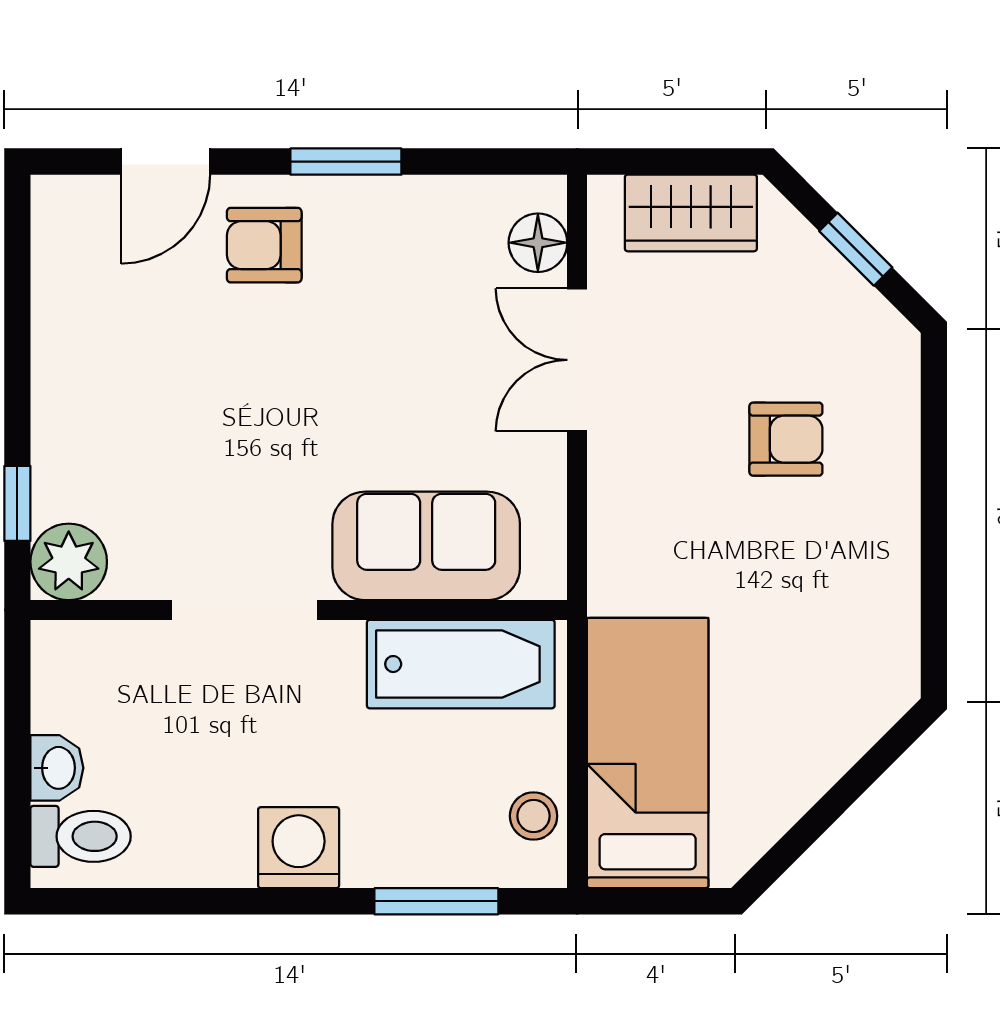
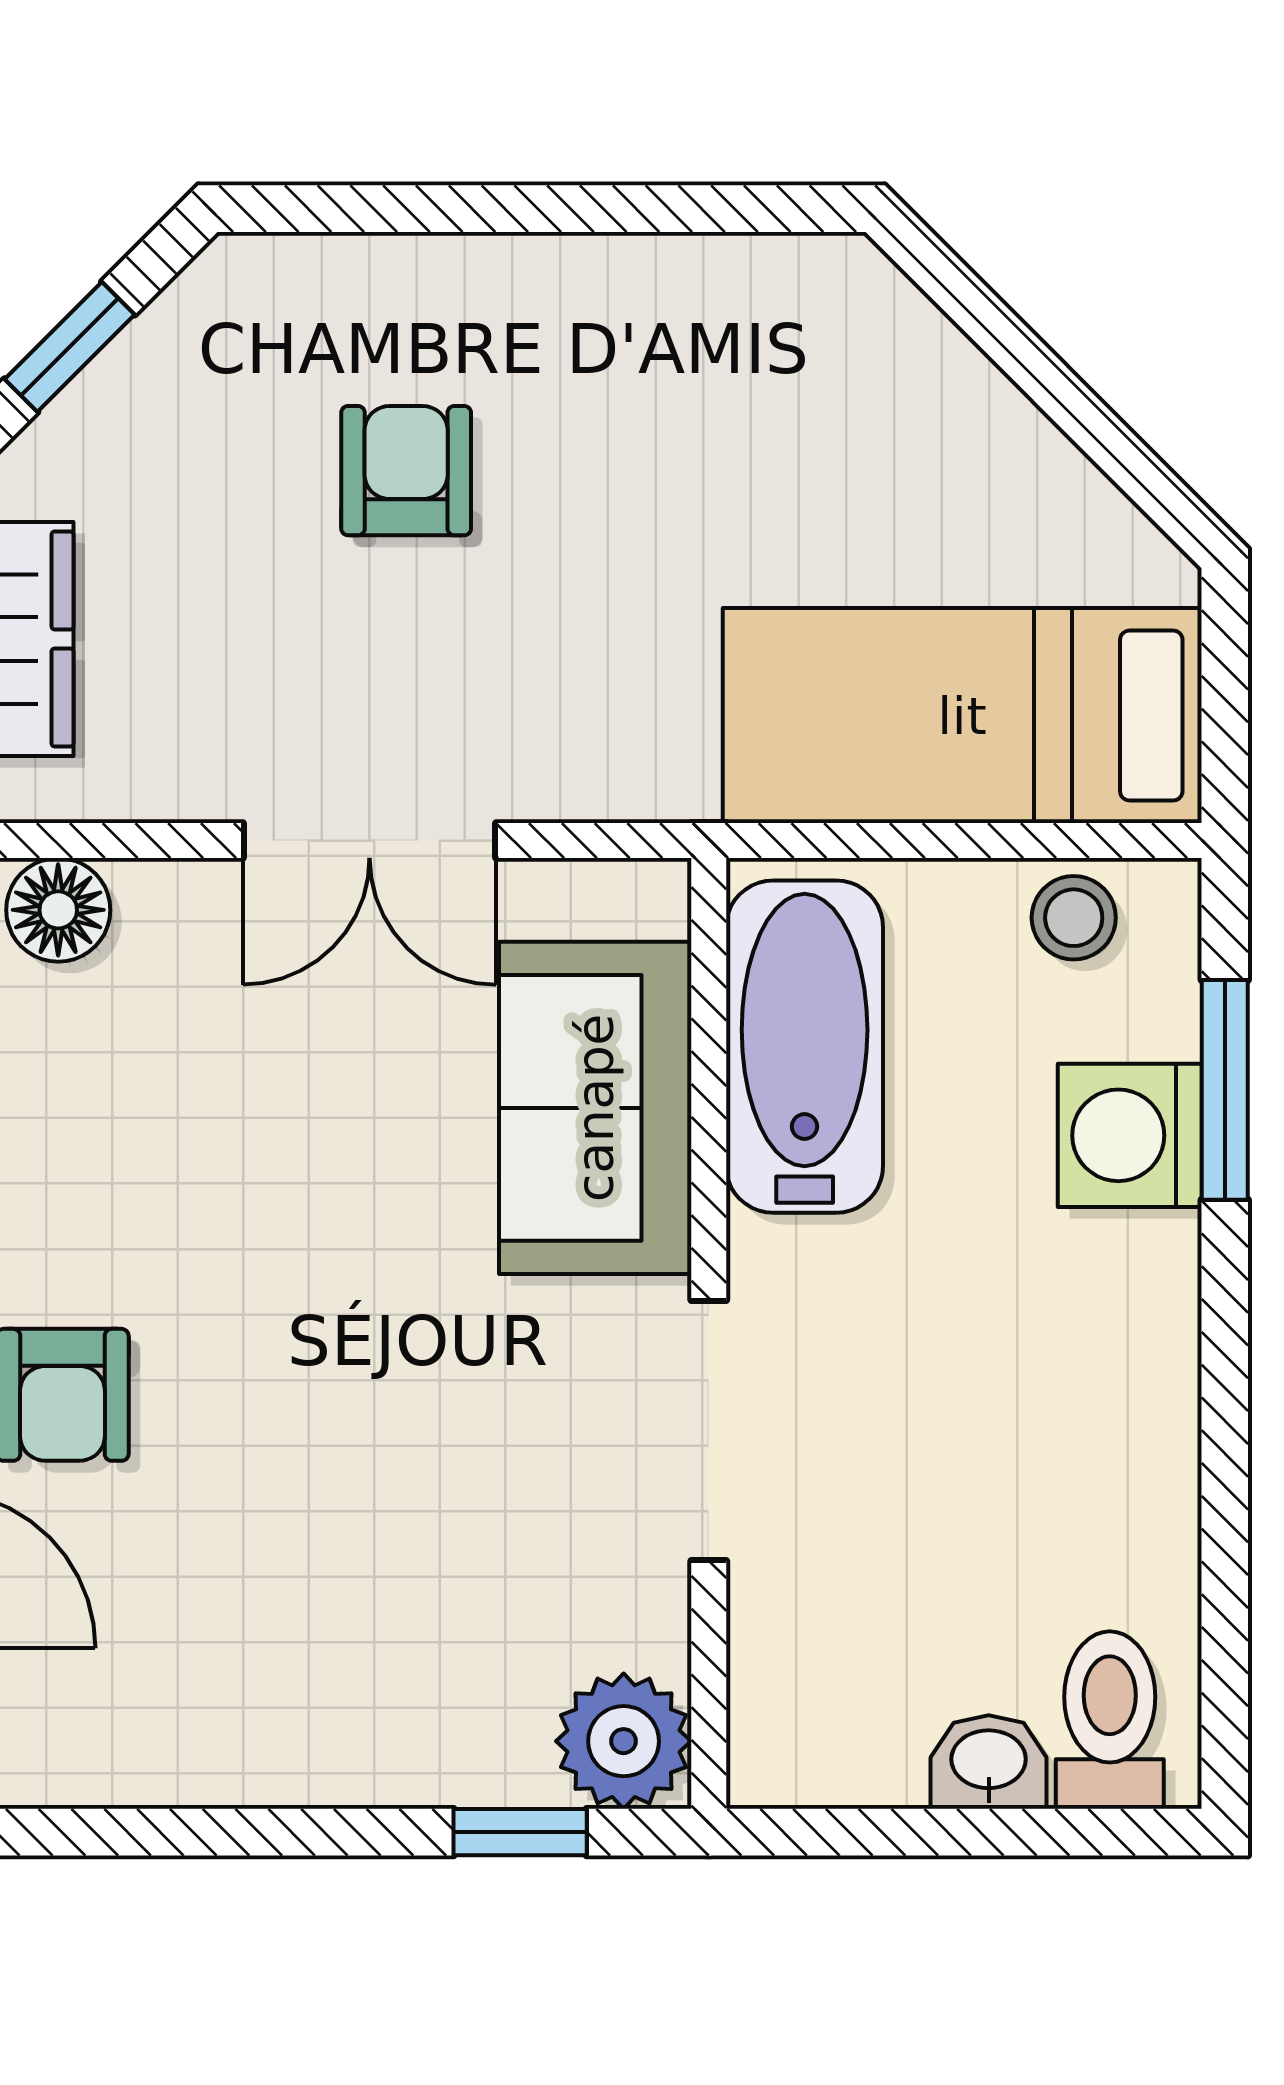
double door: (577, 360) -> (369, 841), moved
washing machine: (299, 848) -> (1130, 1135), moved

